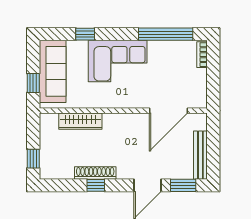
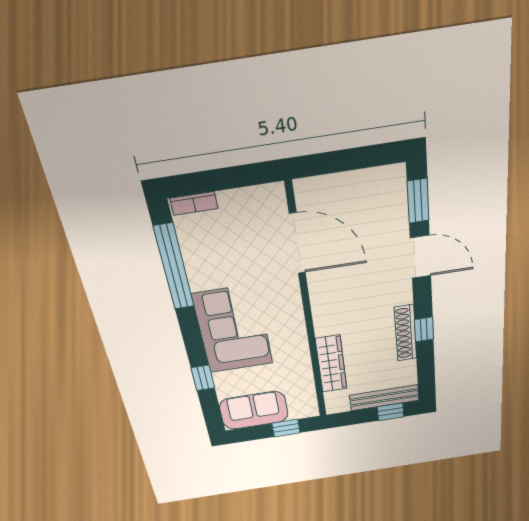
sofa: (53, 71) -> (254, 410), width x0.73
bench: (200, 155) -> (384, 398), moved

